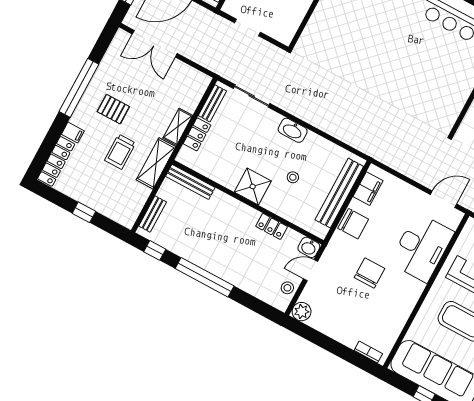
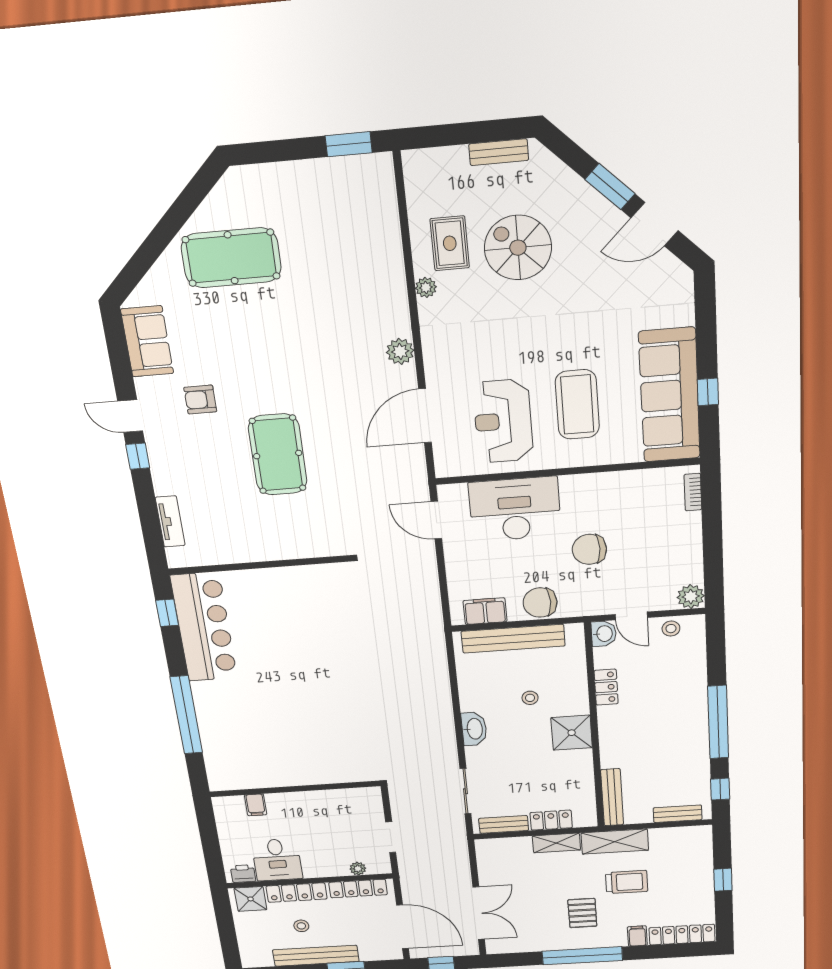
chair: (353, 224) -> (540, 602), turned -90

